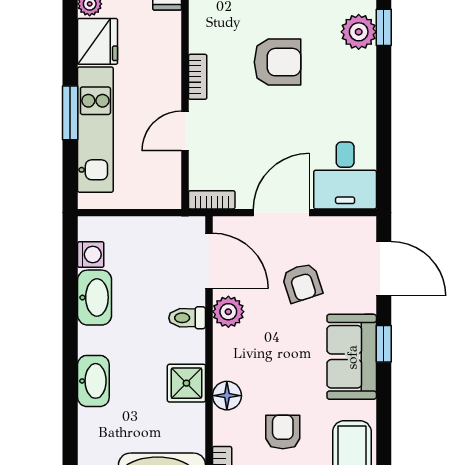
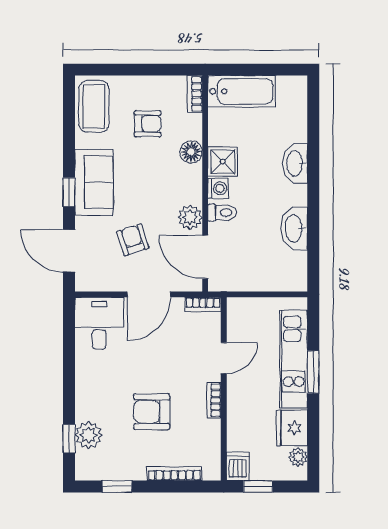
washing machine: (91, 255) -> (218, 188), moved, turned 180
armchair: (283, 432) -> (148, 124), turned -90

